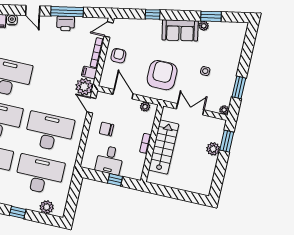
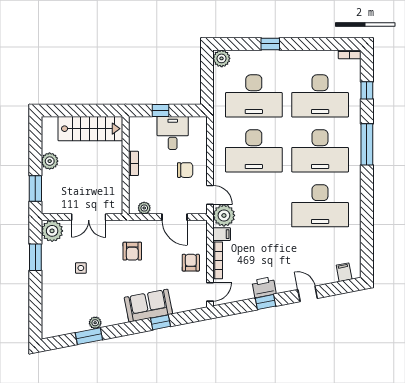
window: (67, 12) -> (265, 302), width x0.46
water cooler: (12, 20) -> (330, 277), removed
sofa: (180, 30) -> (148, 306), moved
armchair: (118, 56) -> (191, 263), turned 180
armchair: (162, 75) -> (132, 251), width x0.53, depth x0.53
plant: (224, 110) -> (52, 231), width x1.88, depth x1.88
stairs: (164, 147) -> (90, 129), moved, turned -90
plant: (213, 149) -> (50, 161), moved
plant: (47, 207) -> (222, 58), moved

